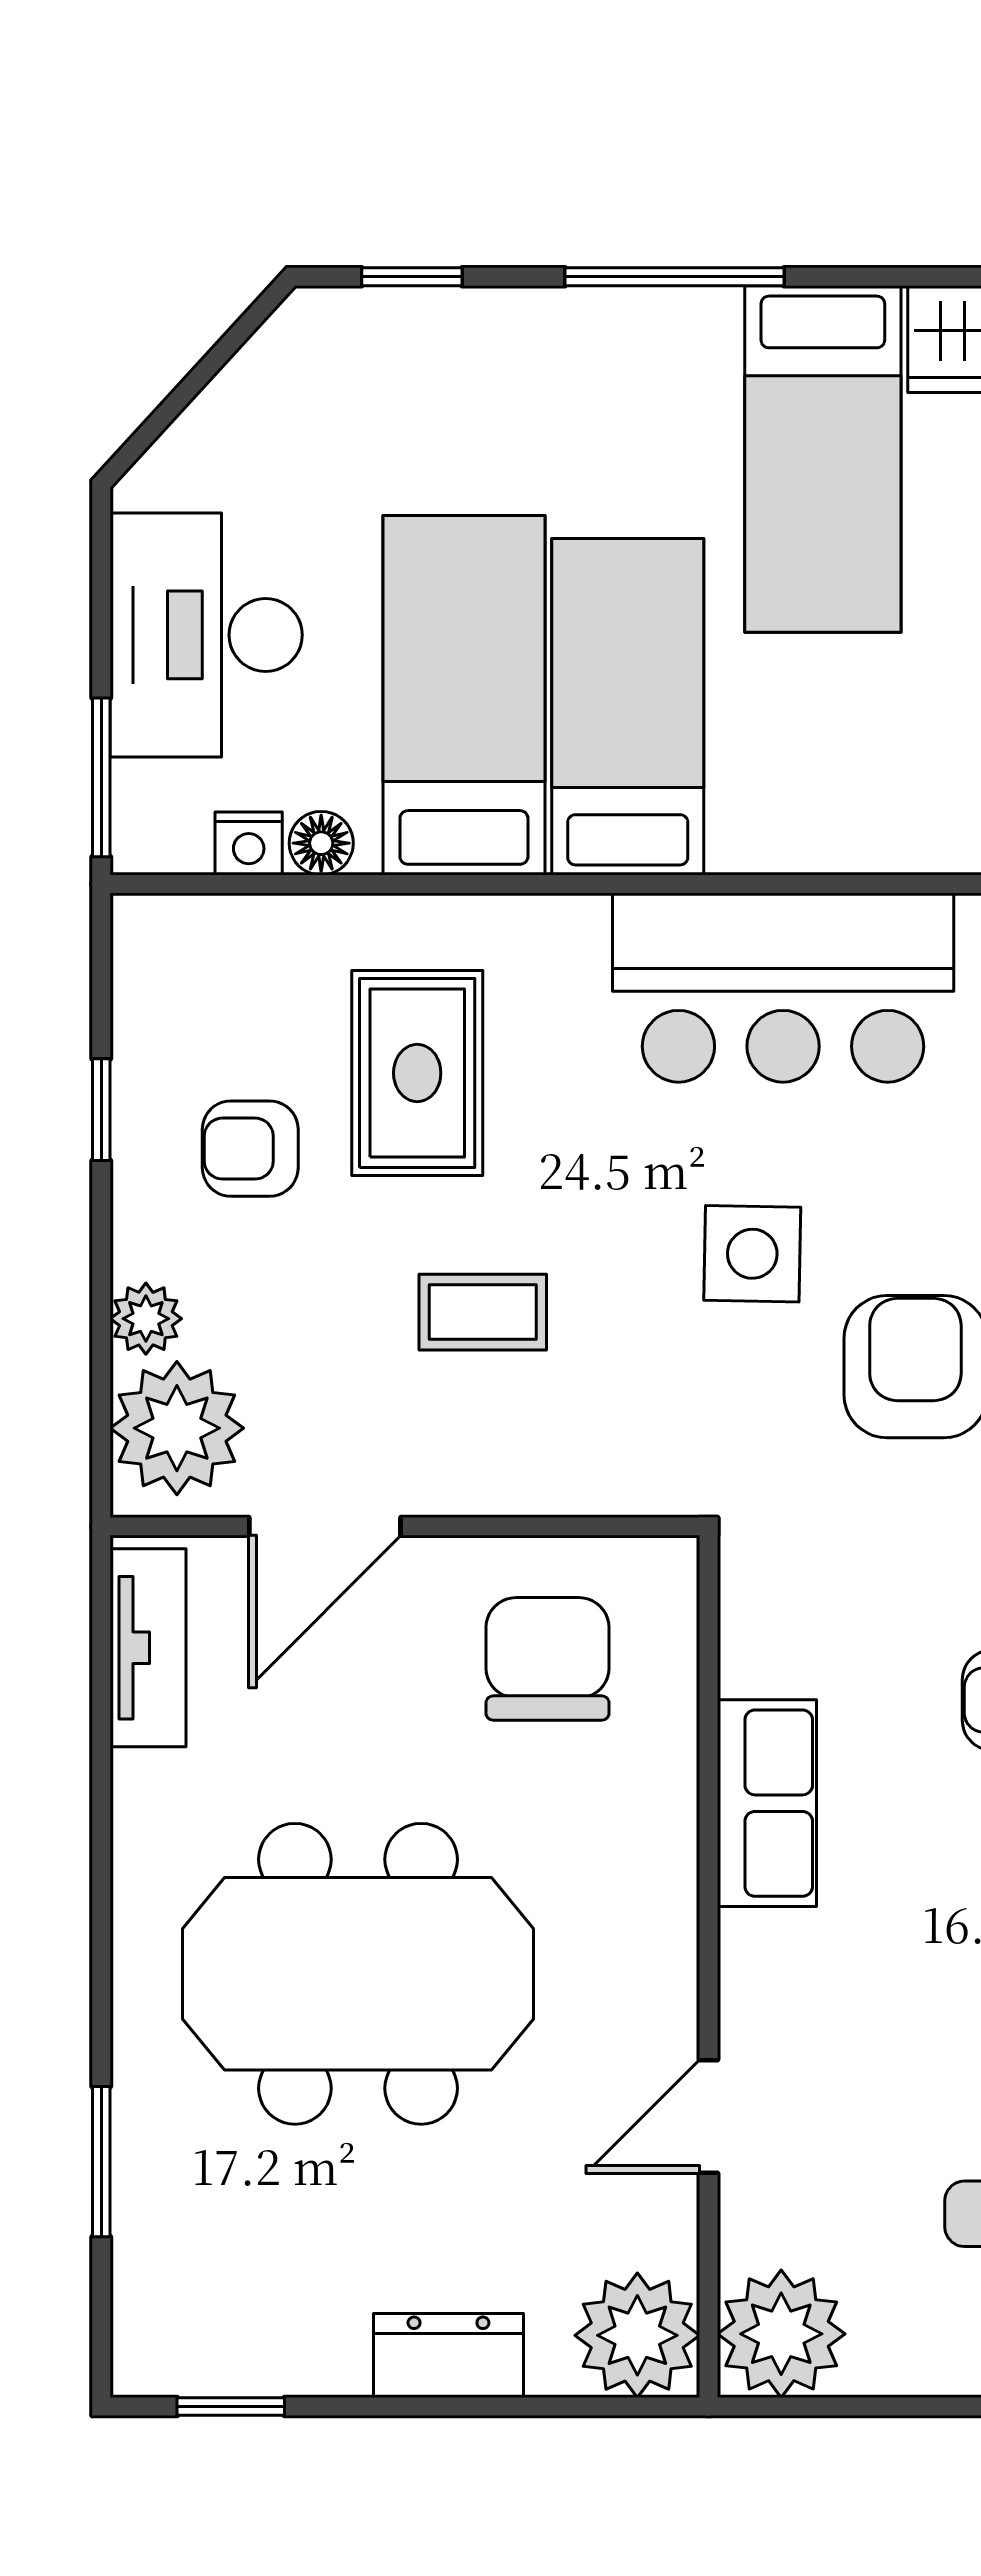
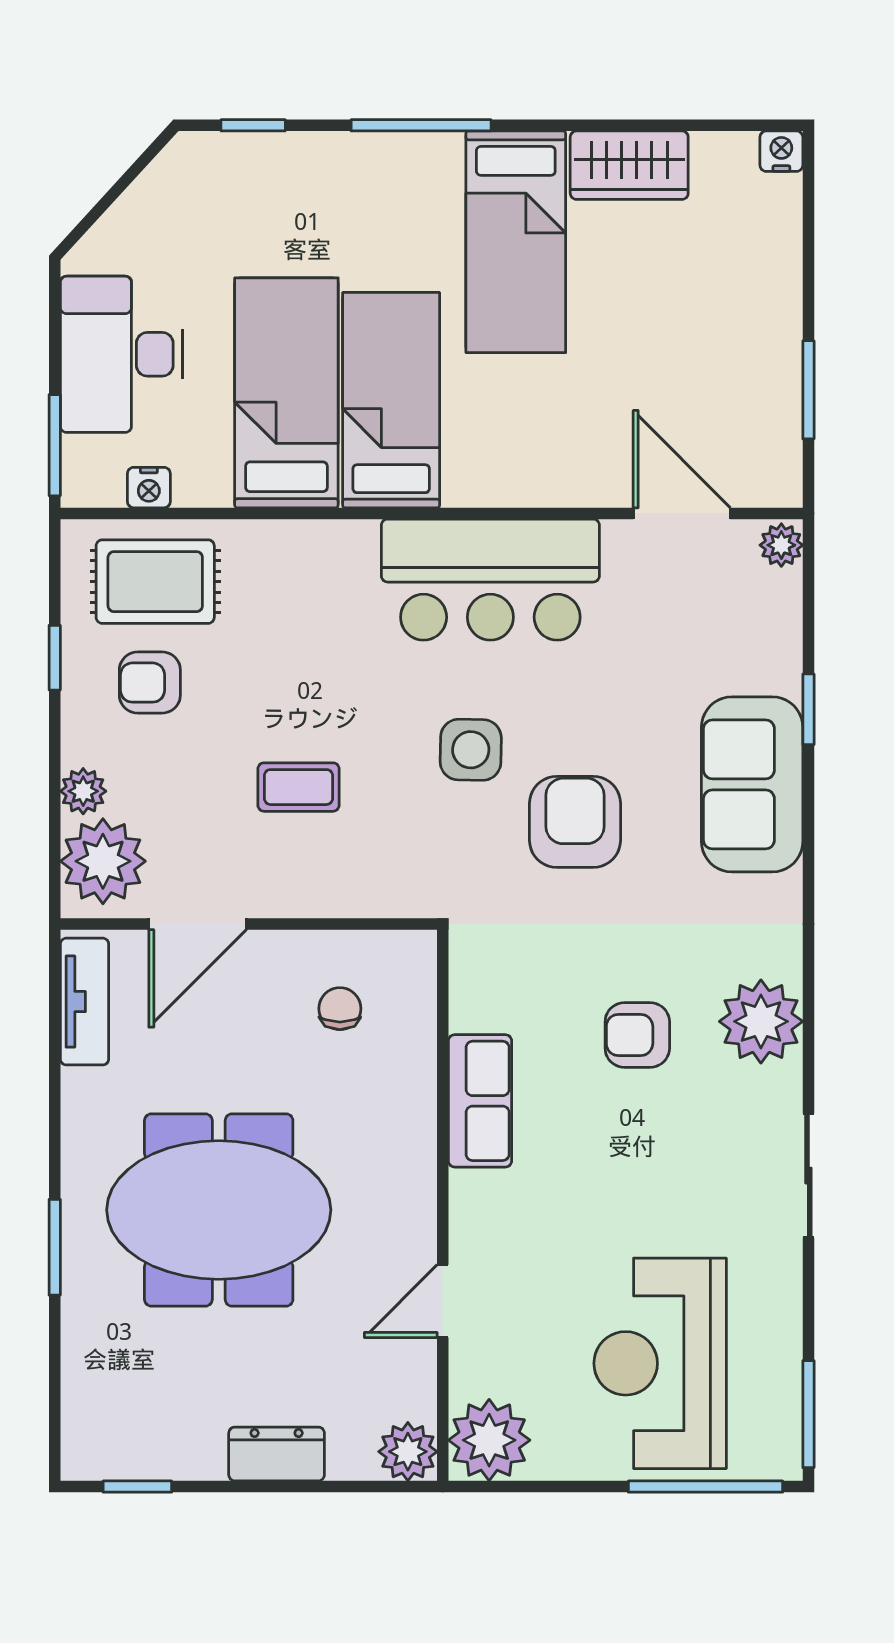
floor lamp: (321, 843) -> (195, 487), removed
rug: (417, 1073) -> (155, 582), moved, turned 90
chair: (548, 1659) -> (340, 1009), width x0.54, depth x0.54
window: (101, 2162) -> (55, 1247), moved
plant: (637, 2335) -> (408, 1452), width x0.73, depth x0.73

